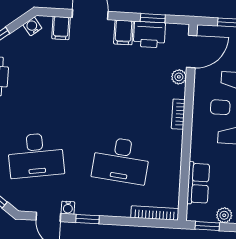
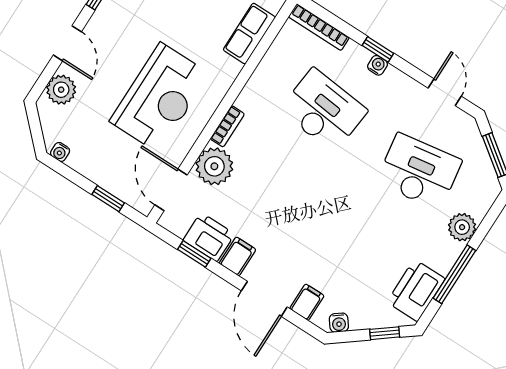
door: (192, 52) -> (171, 190), hinge flipped
plant: (179, 77) -> (214, 166), width x1.88, depth x1.88
water cooler: (68, 208) -> (378, 65), moved
window: (87, 219) -> (378, 49), moved

